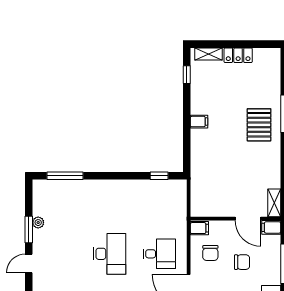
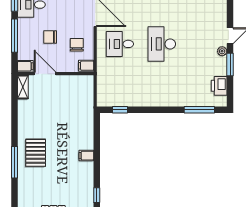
printer: (42, 204) -> (219, 86), added
plant: (38, 223) -> (222, 51), moved

